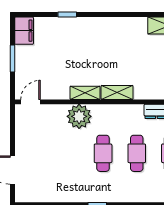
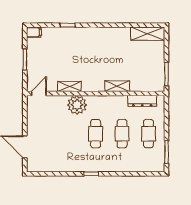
filing cabinet: (24, 31) -> (34, 32), width x0.50
shelving: (117, 92) -> (117, 86), moved
shelving: (85, 93) -> (69, 86), moved

